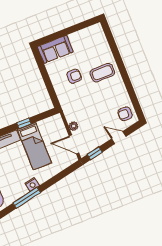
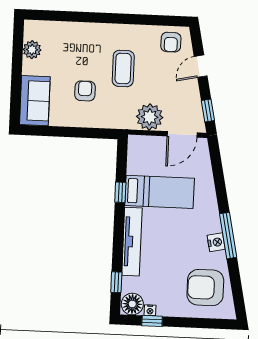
plant: (84, 34) -> (32, 50), added
coffee table: (102, 73) -> (123, 68), moved
plant: (73, 126) -> (150, 117), width x1.87, depth x1.87
nightstand: (32, 184) -> (216, 242), moved

